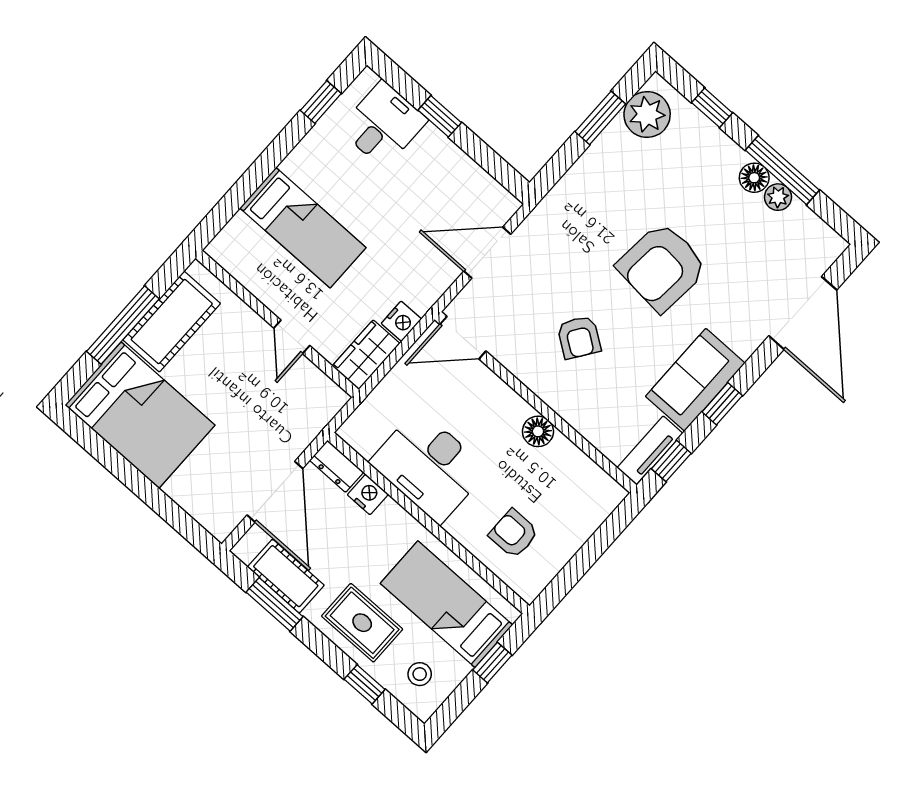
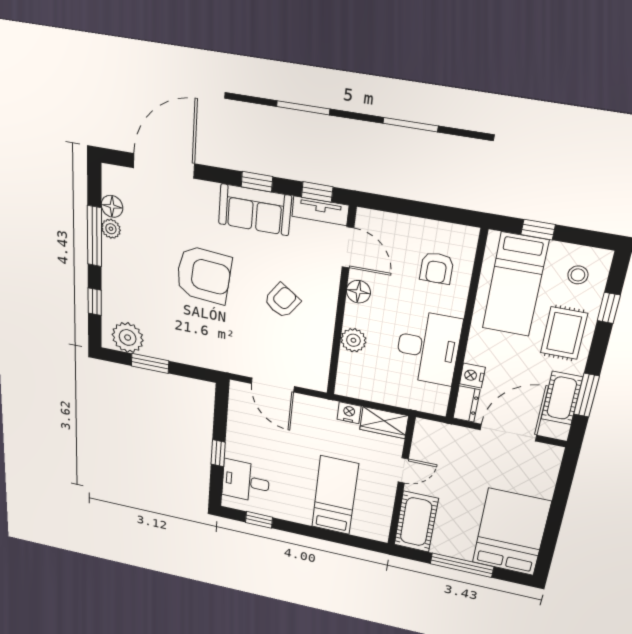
floor lamp: (754, 178) -> (112, 206), moved
cot: (172, 322) -> (416, 522), moved, turned 90
door: (463, 338) -> (348, 247), moved
plant: (486, 387) -> (353, 340), added

